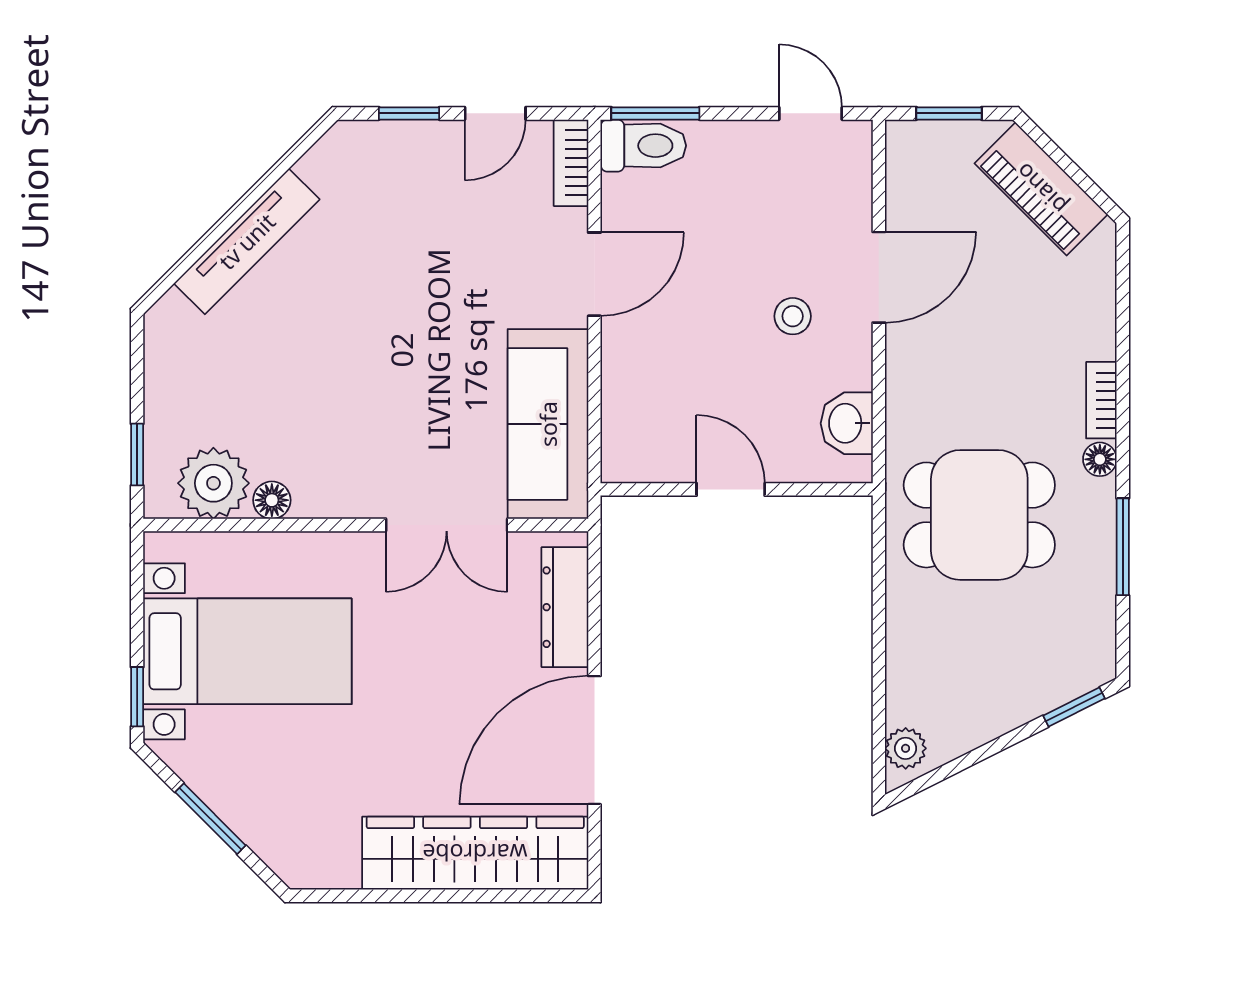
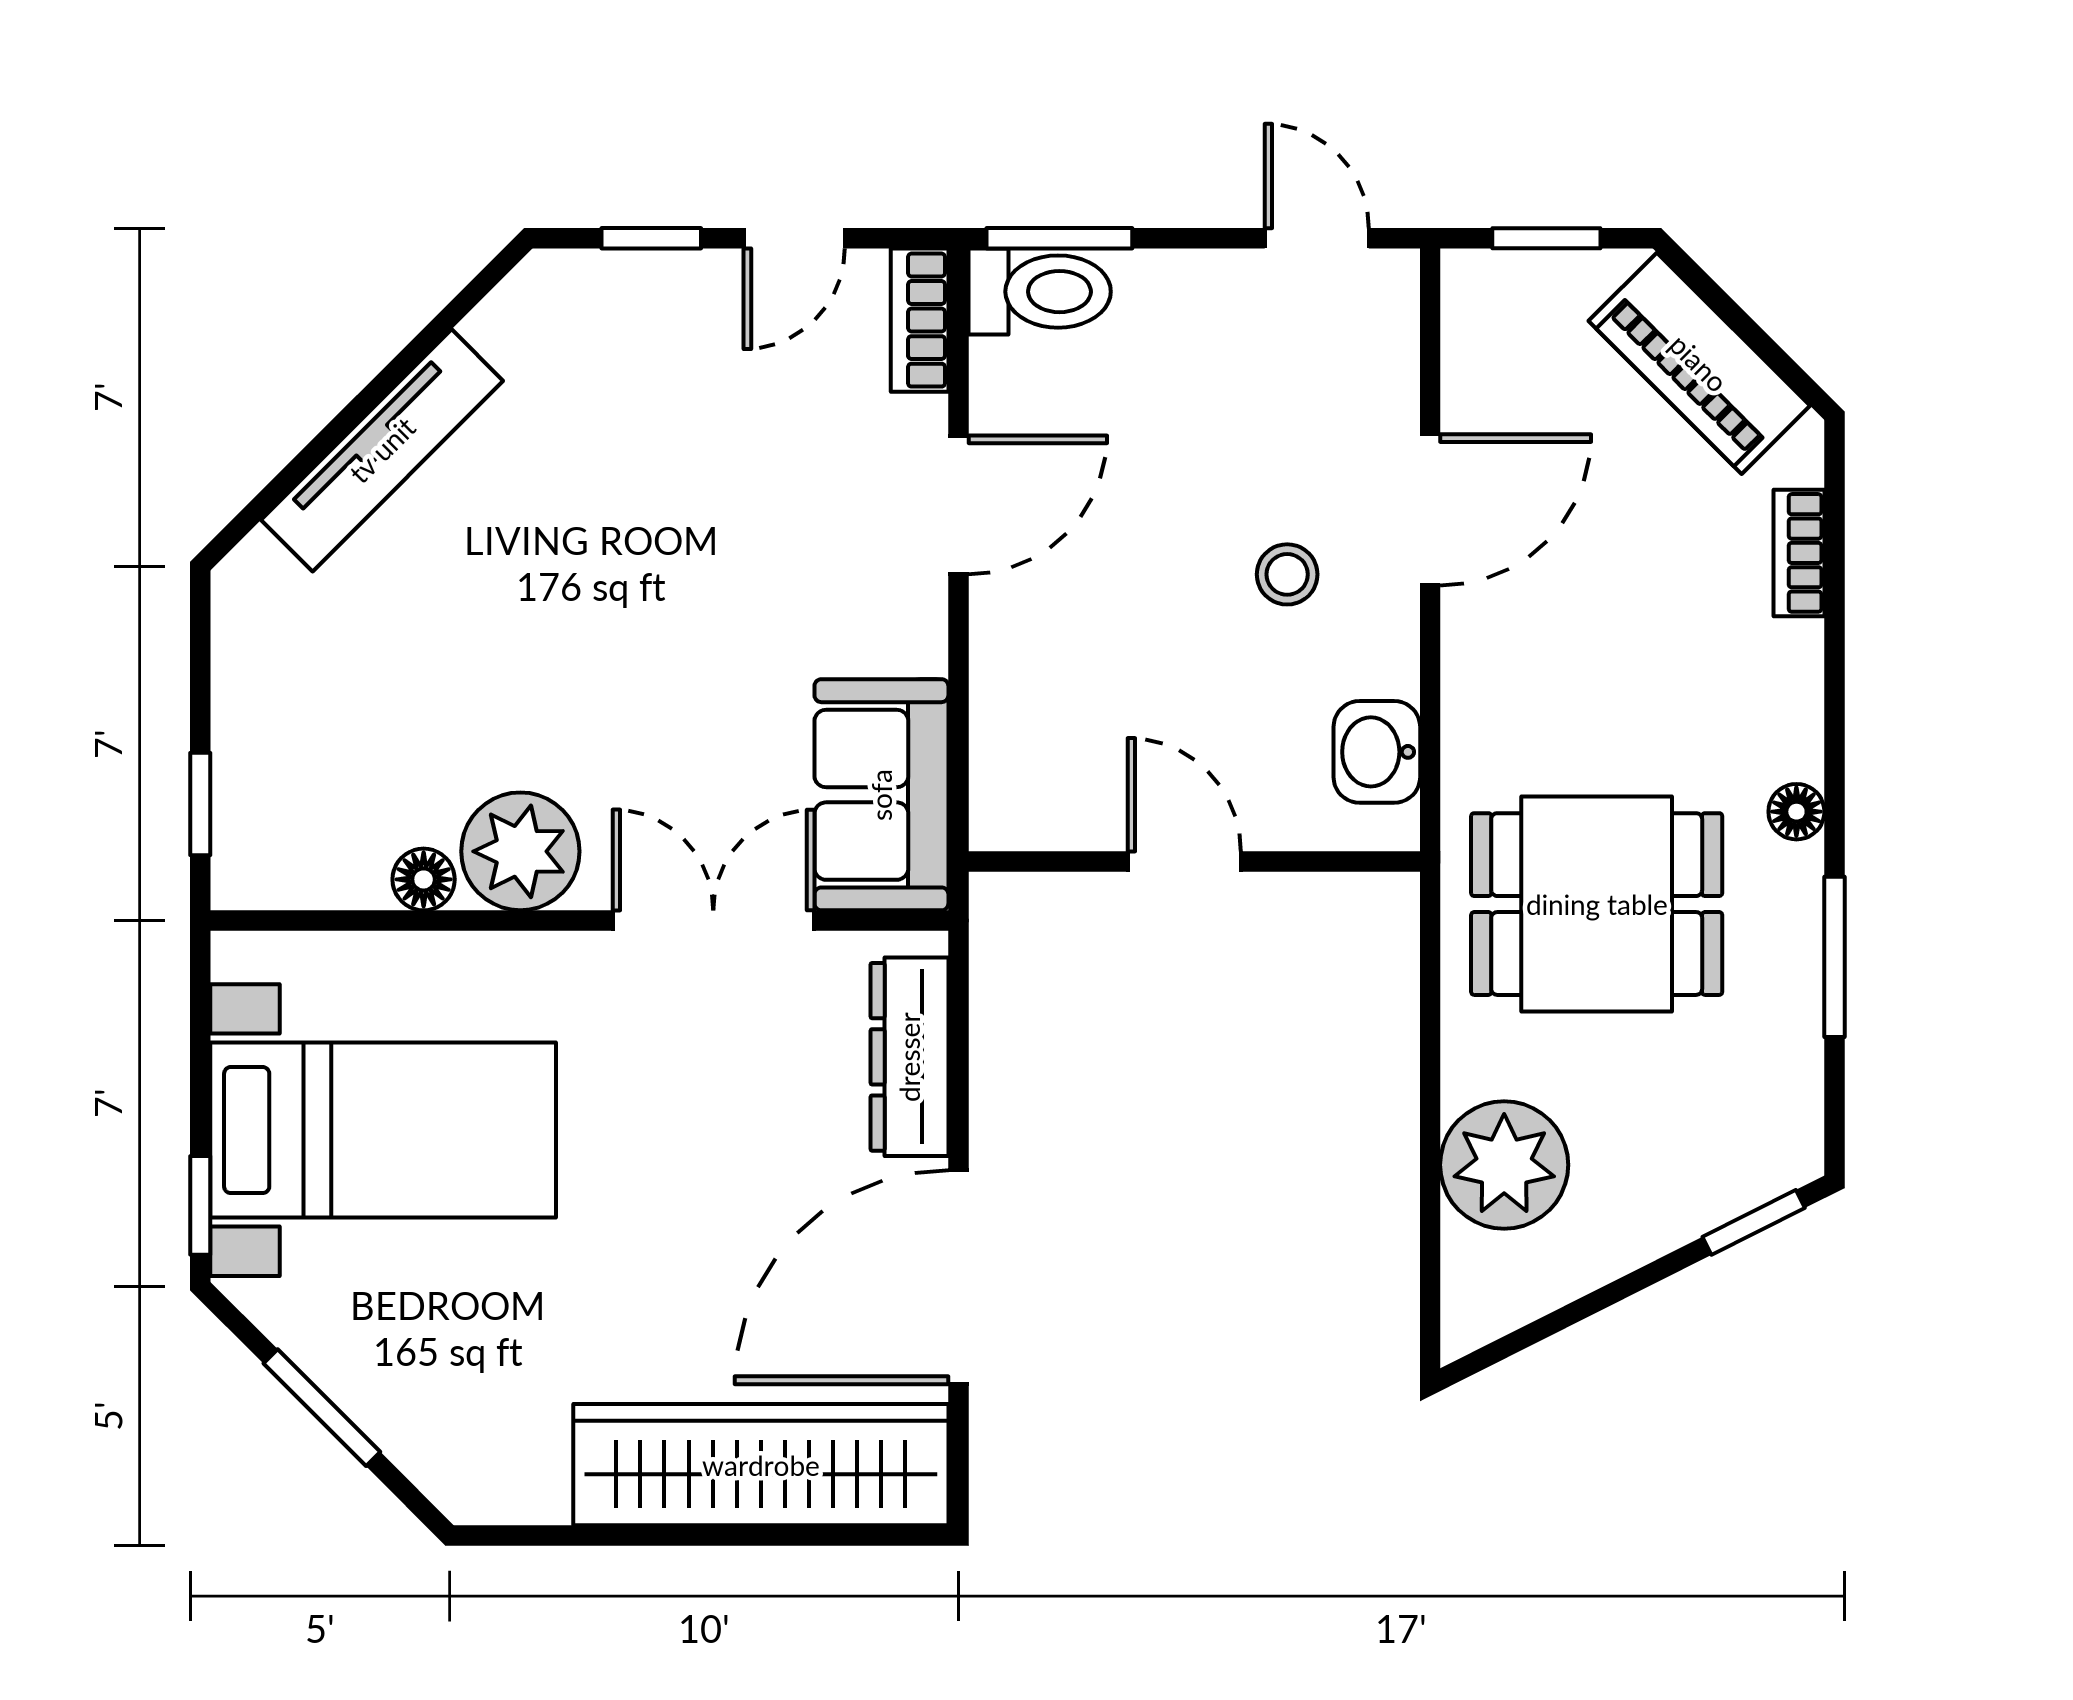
bookcase: (1101, 400) -> (1799, 553), moved
sofa: (548, 424) -> (881, 795), width x0.73
plant: (213, 483) -> (520, 851), moved
double door: (447, 525) -> (713, 921), swing flipped
plant: (906, 748) -> (1504, 1165), moved, width x1.88, depth x1.88

